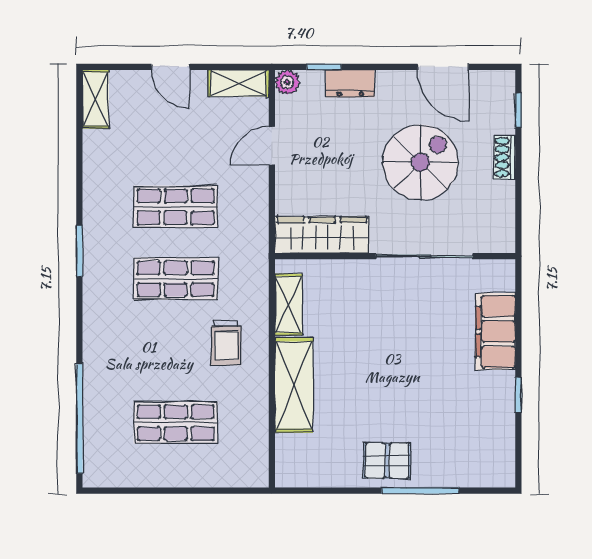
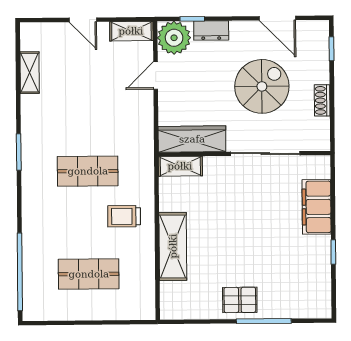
plant: (287, 82) -> (174, 38), width x1.87, depth x1.87
shelving: (96, 99) -> (30, 73), moved
shoe rack: (505, 157) -> (322, 100), moved
shop shelf: (176, 207) -> (87, 120), removed
shelving: (289, 305) -> (180, 166), moved, turned 90
trolley: (226, 342) -> (124, 216), turned 90

